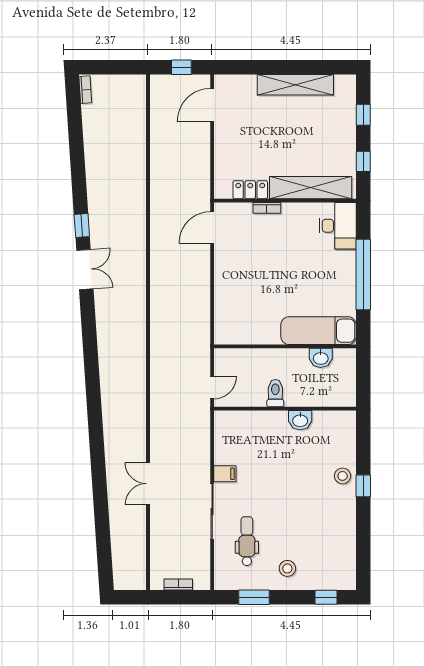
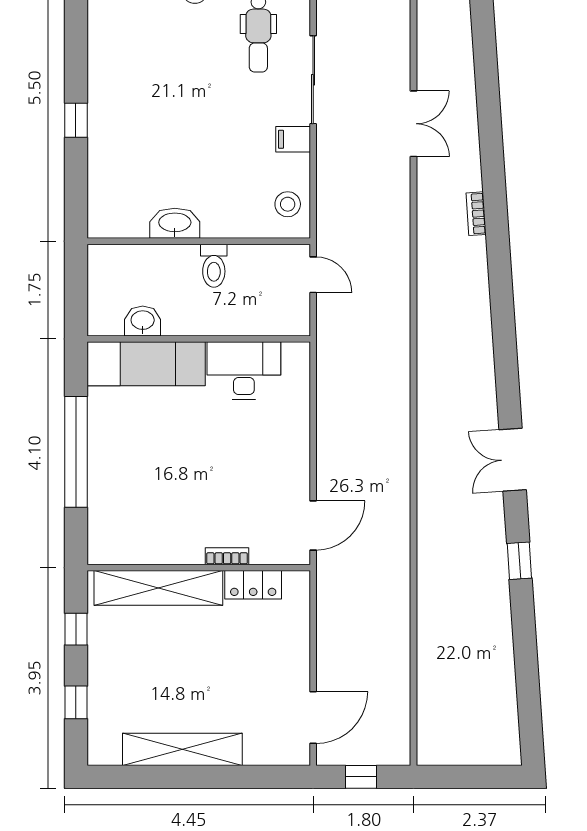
bookcase: (85, 90) -> (476, 214), moved
window: (82, 225) -> (519, 561), moved
desk: (338, 226) -> (244, 370), moved, turned 90
door: (212, 387) -> (313, 275), swing flipped
washbasin: (300, 420) -> (175, 223), width x1.38
stool: (343, 476) -> (288, 204), moved

